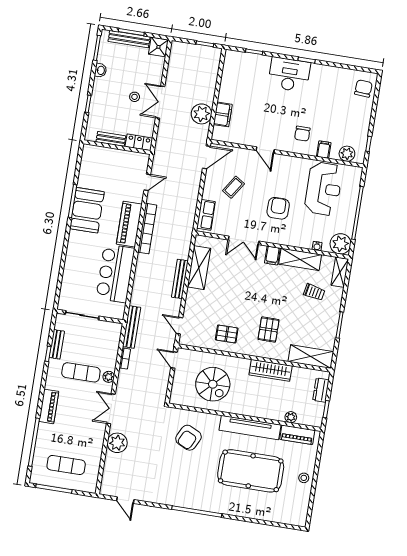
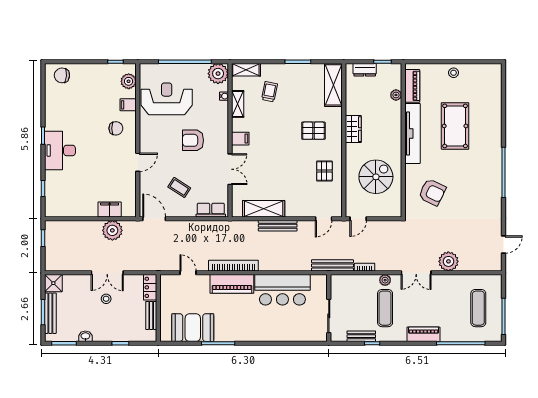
booth: (87, 210) -> (193, 328), moved
shelving: (300, 259) -> (238, 104), width x0.67, depth x0.75
wardrobe: (271, 370) -> (353, 129), width x0.67
pool table: (251, 471) -> (455, 126), width x0.73, depth x0.76

